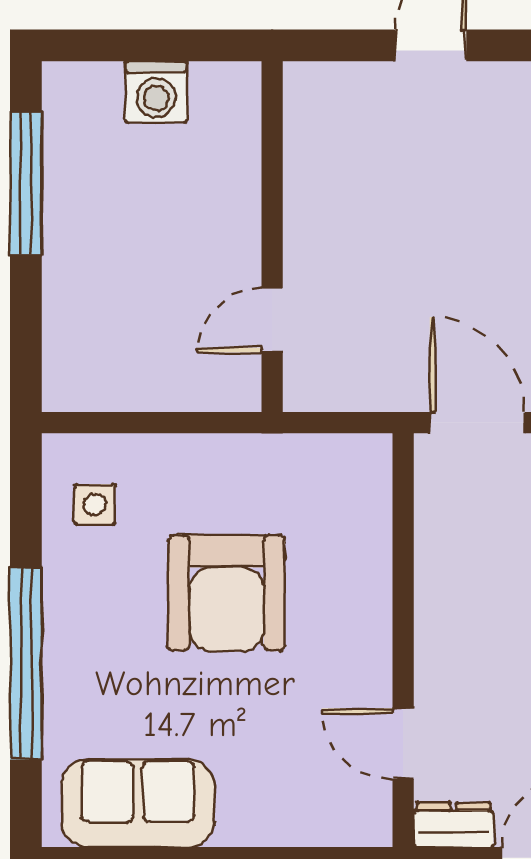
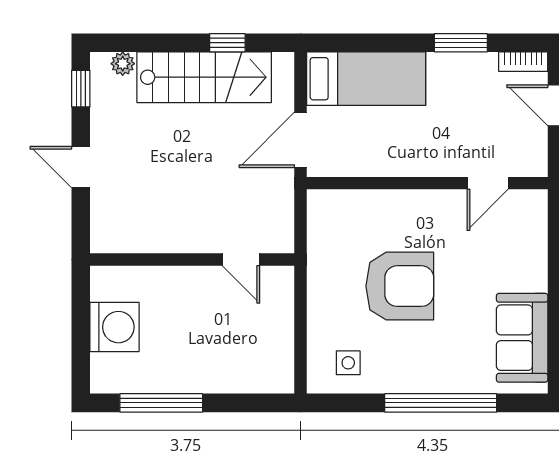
washing machine: (156, 92) -> (114, 327), width x1.37, depth x1.37
dresser: (453, 825) -> (535, 154), removed

